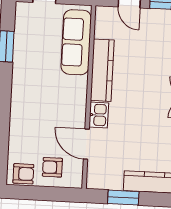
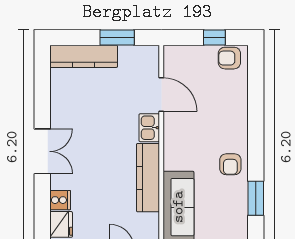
armchair: (52, 167) -> (230, 164), moved, turned 90
window: (36, 193) -> (214, 37), added

